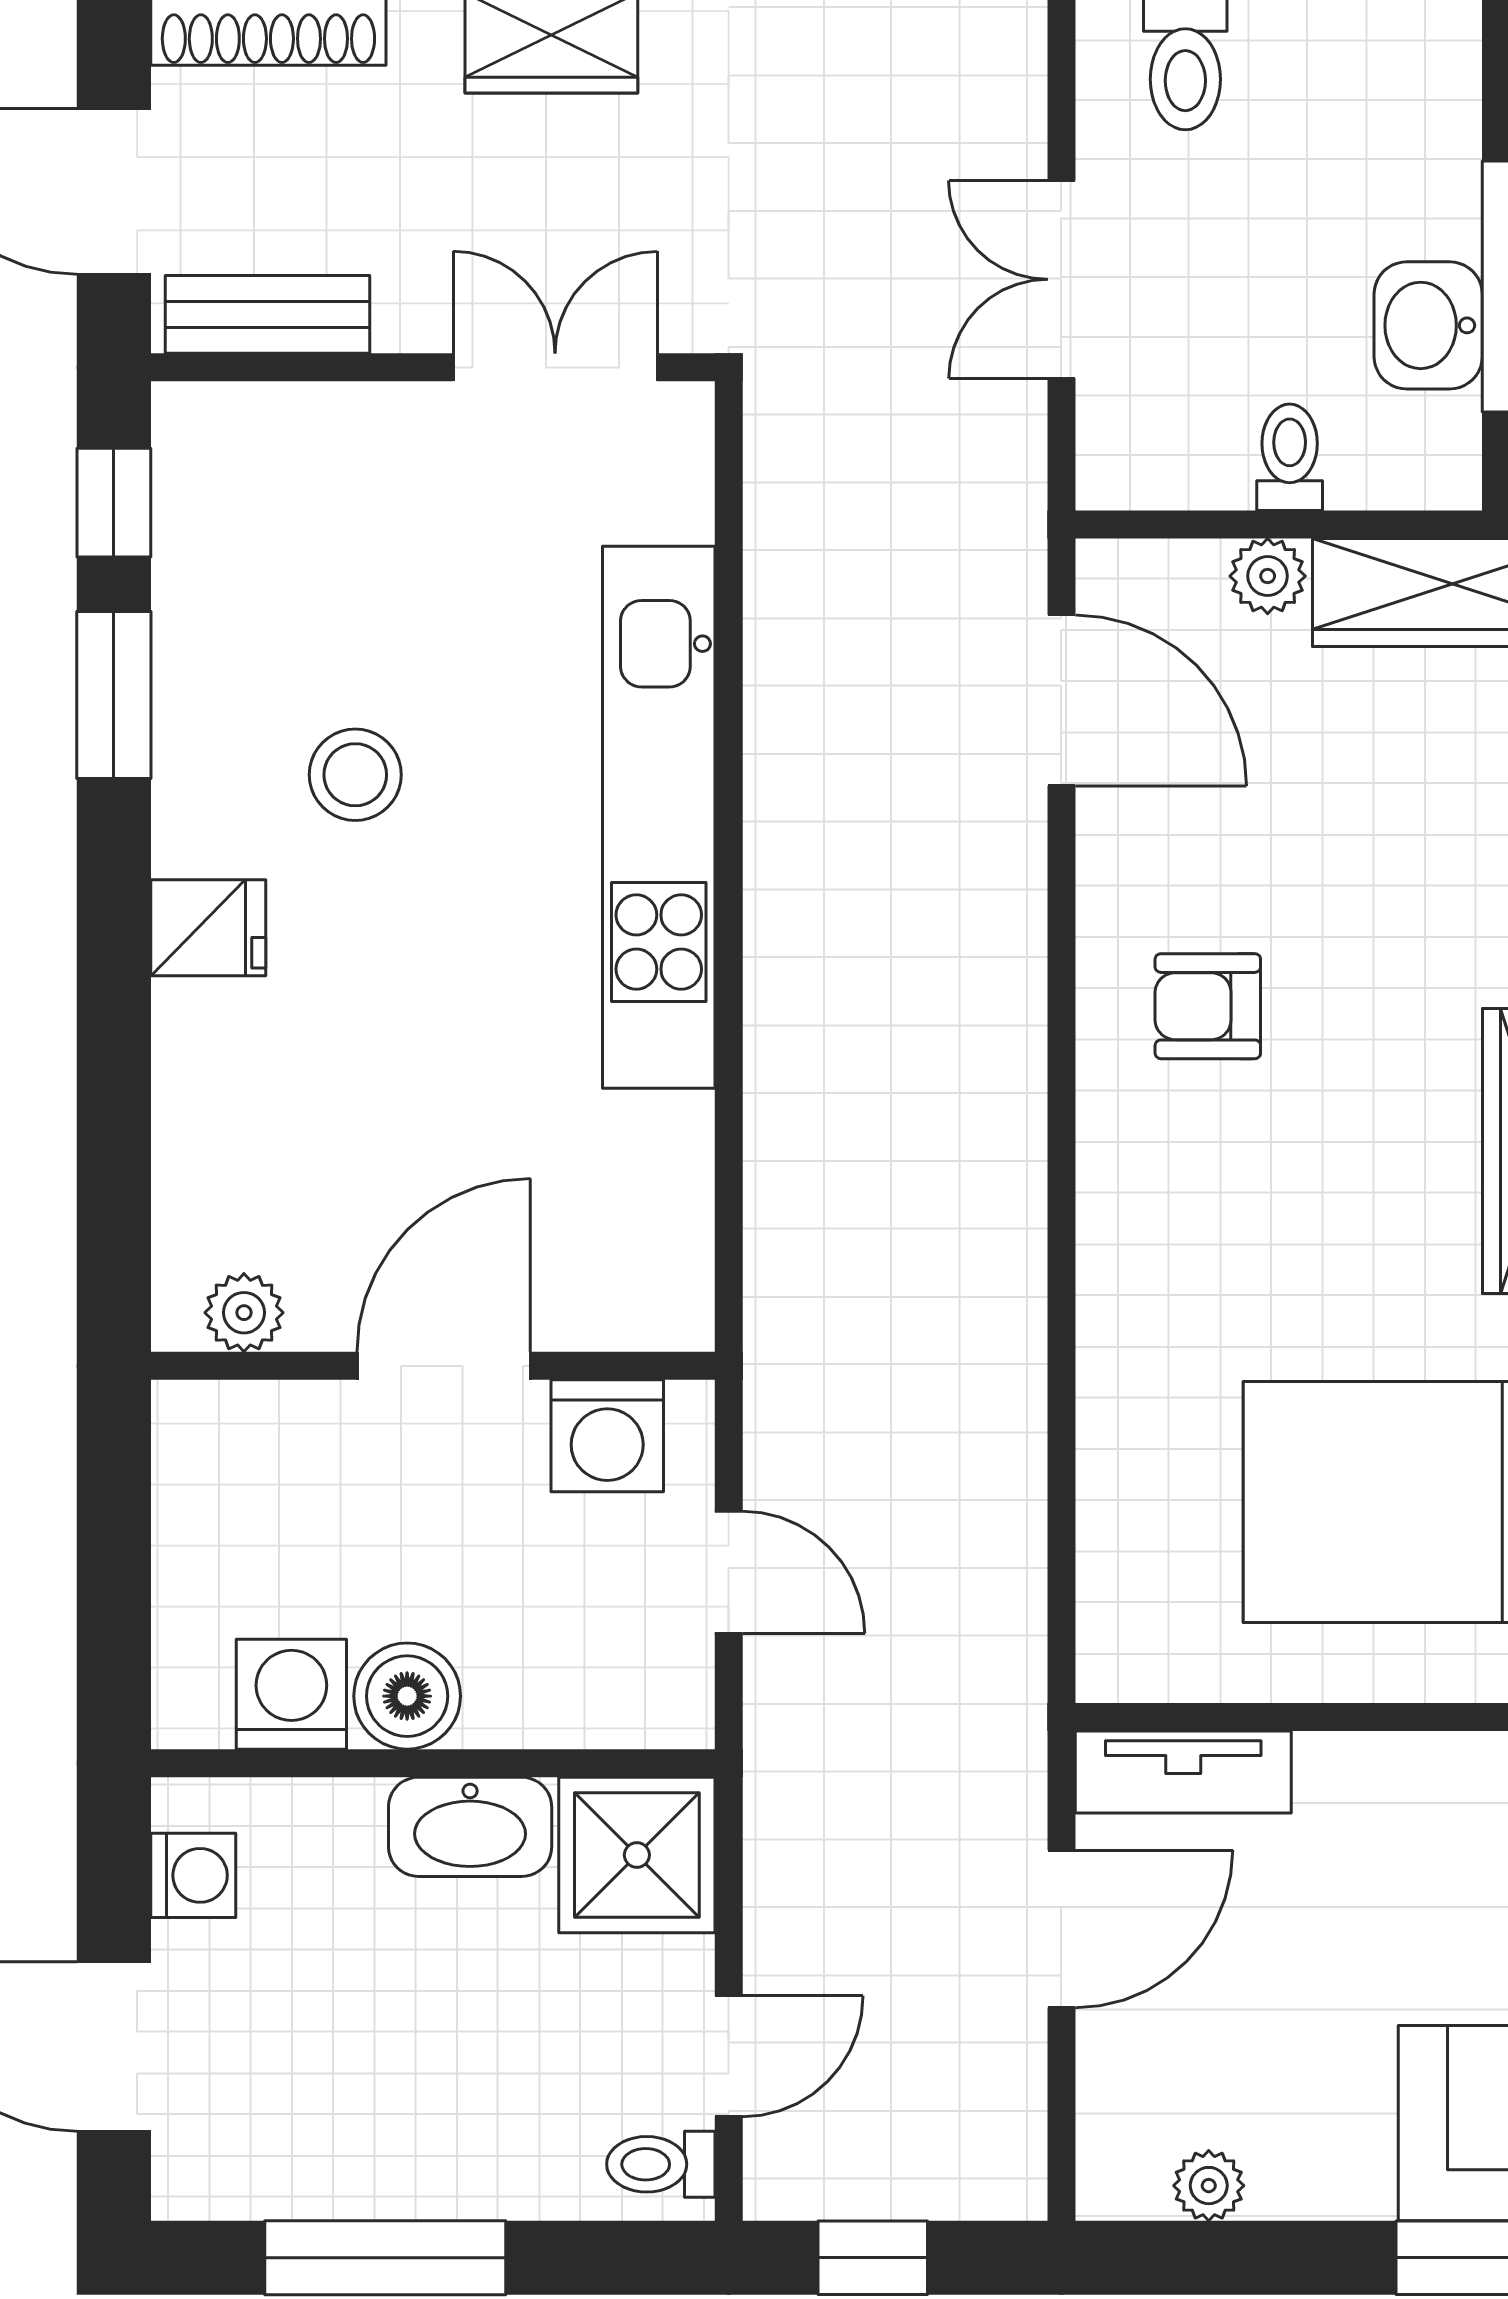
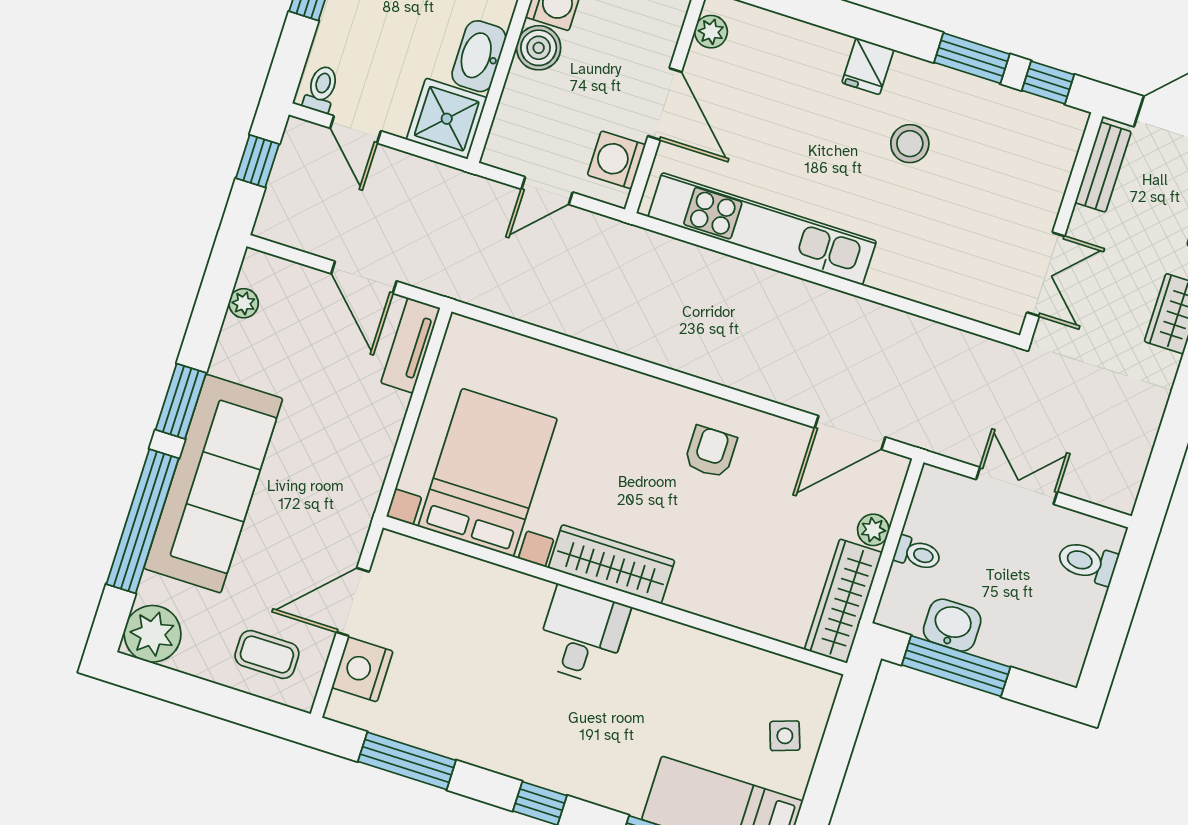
kitchen unit: (659, 817) -> (762, 229), moved

